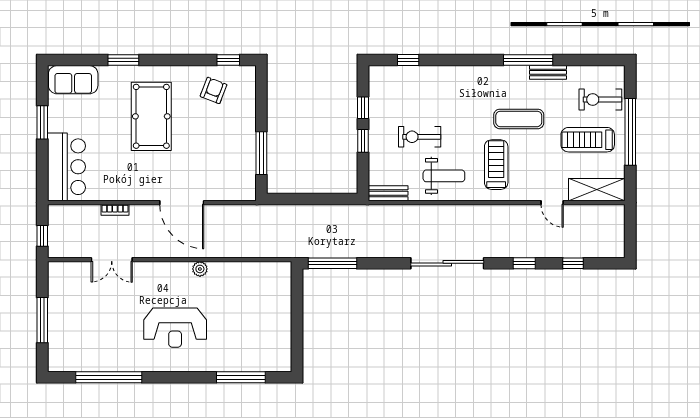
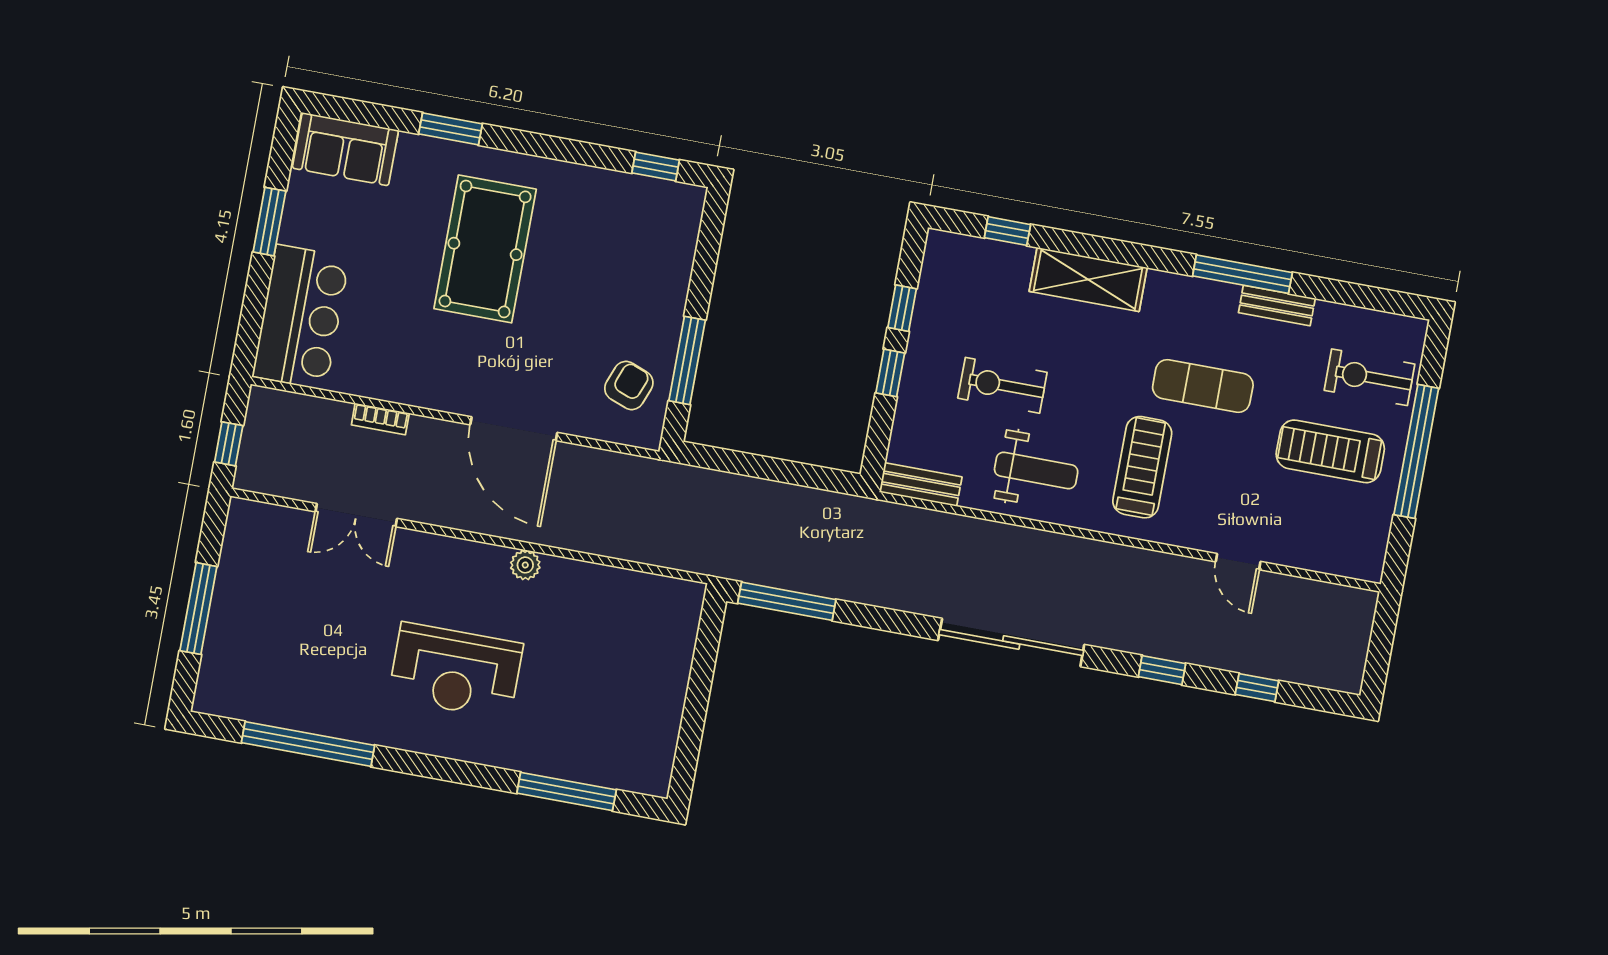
armchair: (214, 90) -> (629, 386), moved
shelving: (597, 190) -> (1088, 279), moved

